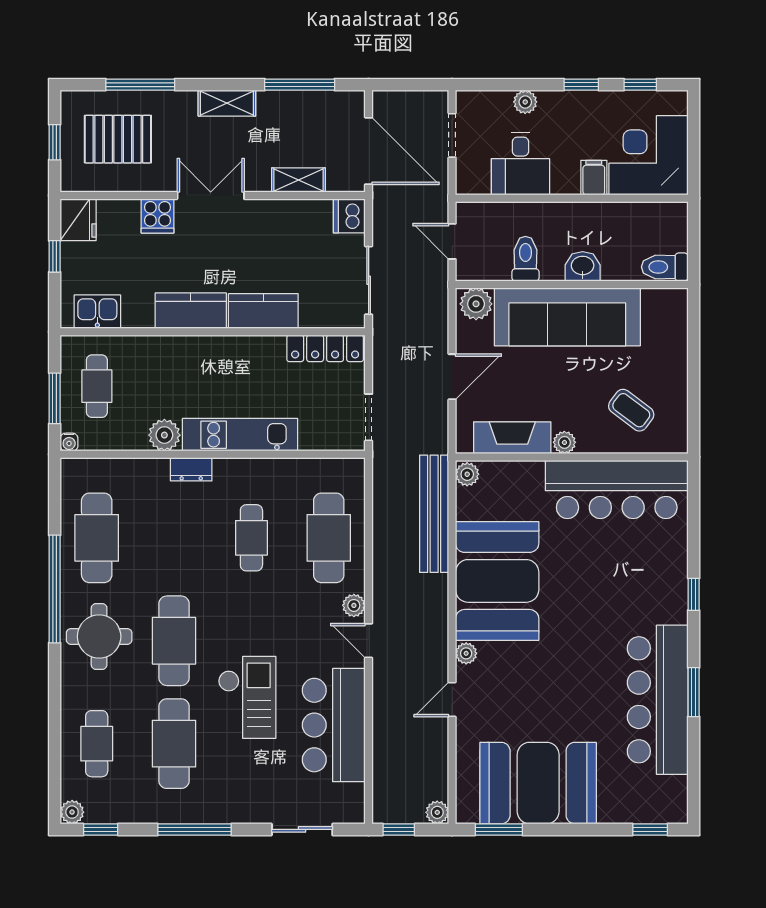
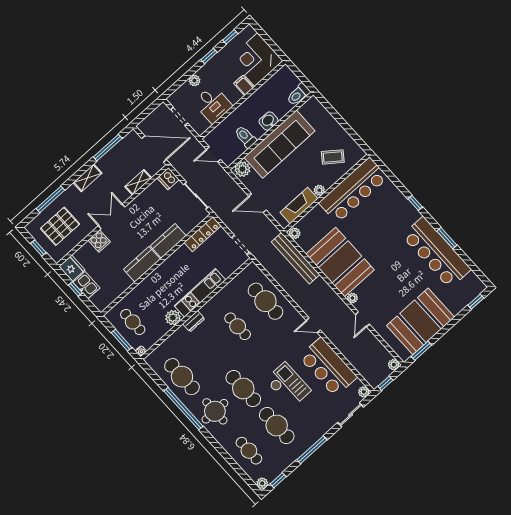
kitchen sink: (97, 312) -> (87, 285), moved, turned 90
door: (452, 377) -> (257, 203), swing flipped
plant: (354, 605) -> (364, 392), moved

